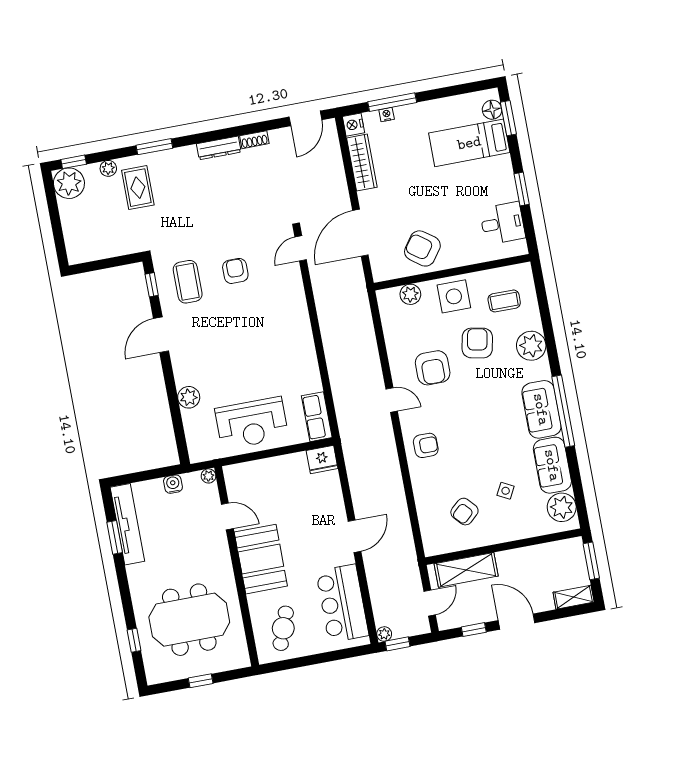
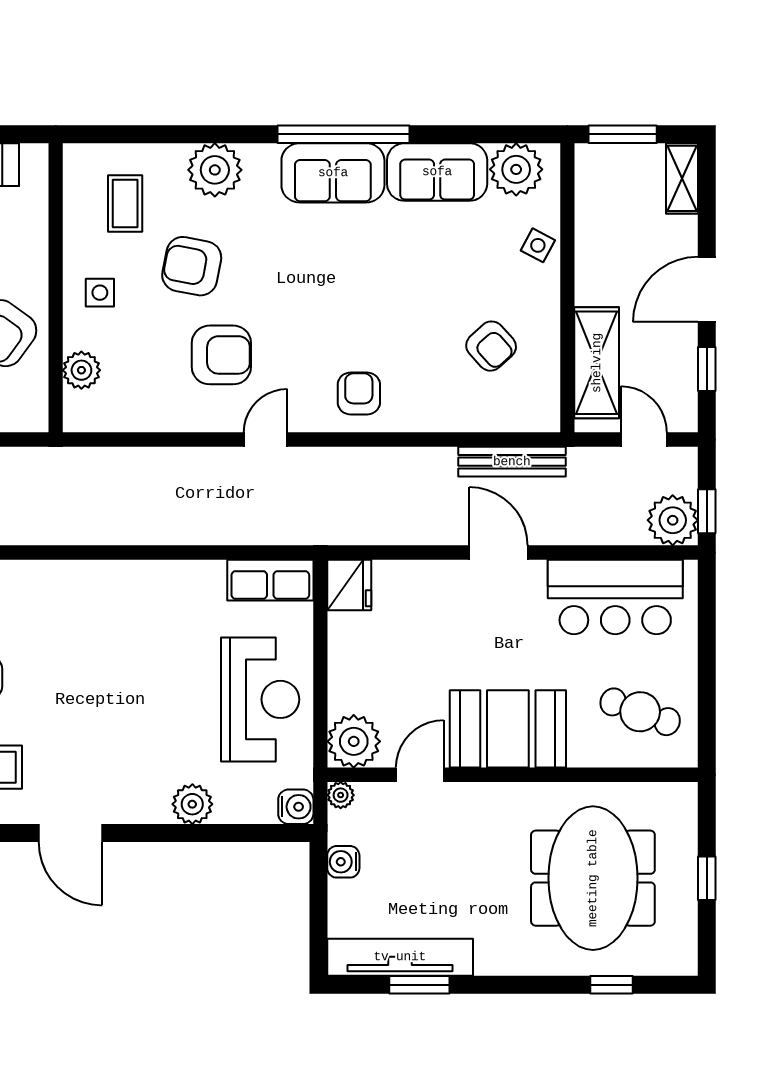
side table: (454, 296) -> (100, 293), width x0.54, depth x0.54
water cooler: (198, 453) -> (296, 807), added
plant: (239, 478) -> (354, 741), added
side table: (506, 491) -> (538, 245), moved
bench: (405, 534) -> (512, 462), added
plant: (384, 634) -> (673, 520), width x1.87, depth x1.87

